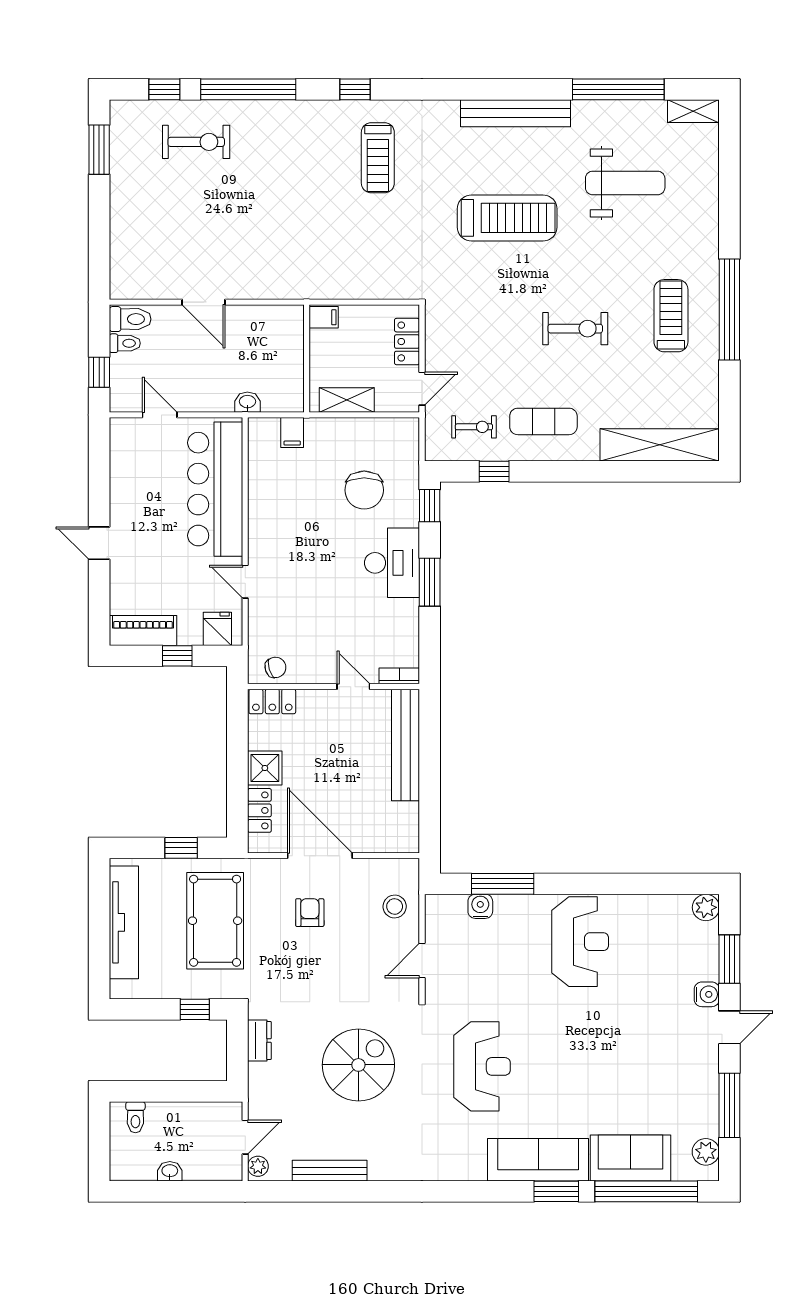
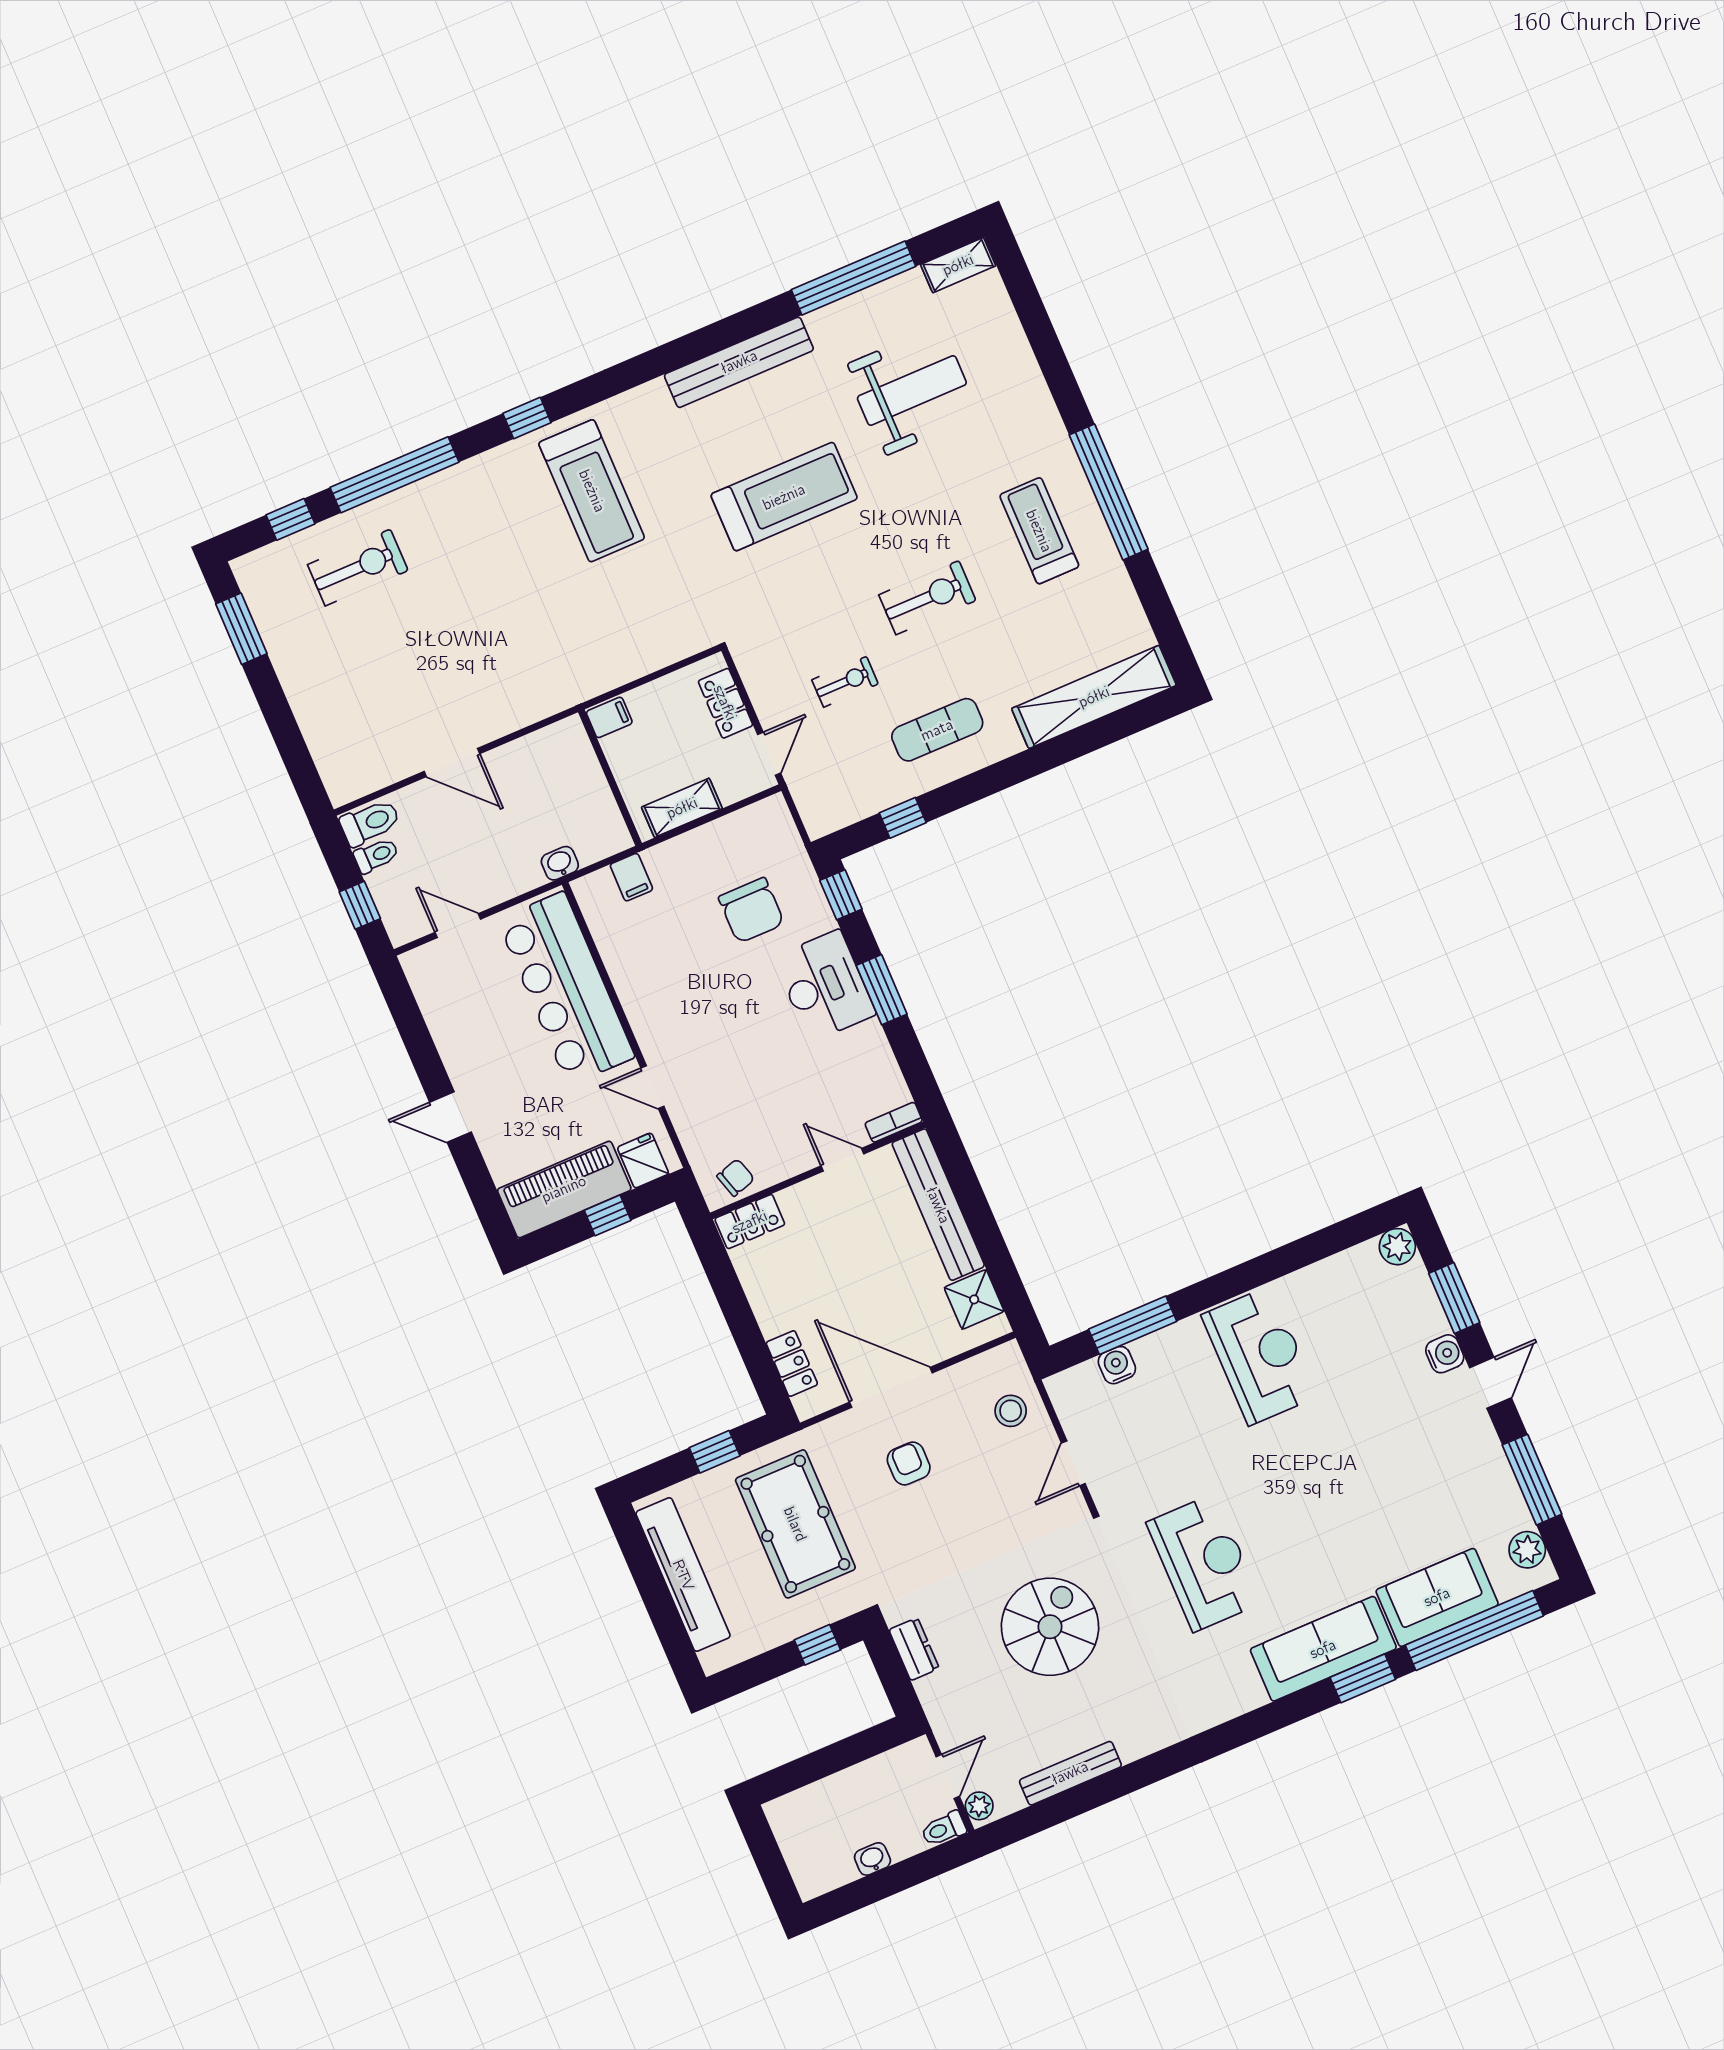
treadmill: (378, 158) -> (592, 491), width x1.37, depth x1.38
exercise bike: (474, 427) -> (845, 682), moved
piano: (143, 630) -> (564, 1189), width x1.37, depth x1.33
shower: (265, 768) -> (974, 1299), moved
toilet: (135, 1117) -> (944, 1829), moved, turned 90

